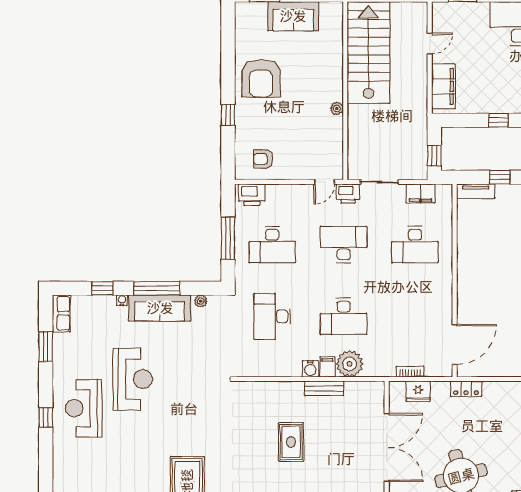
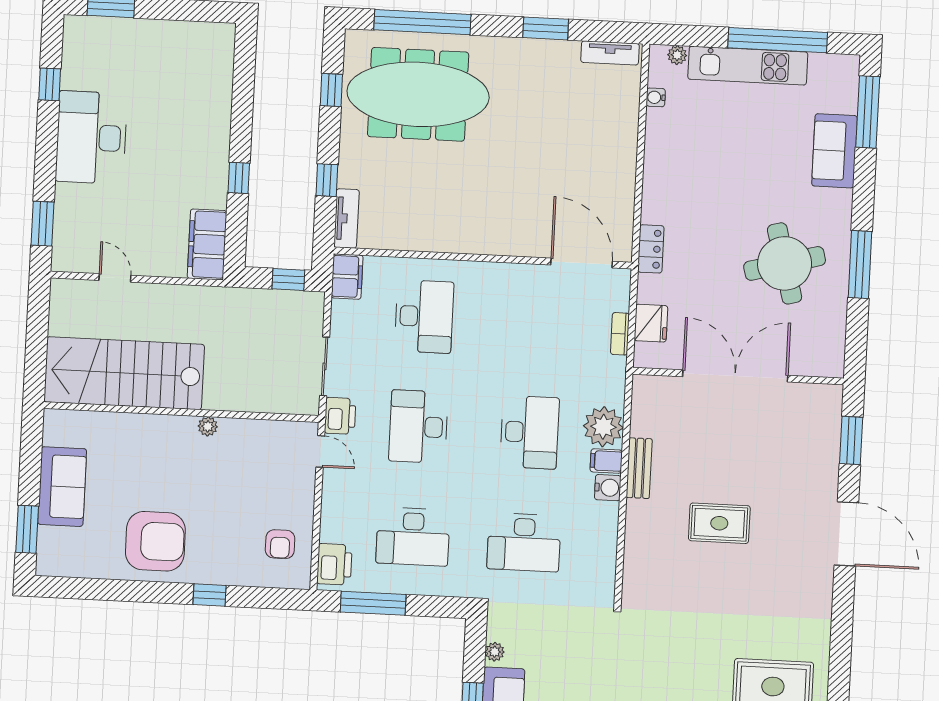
filing cabinet: (443, 86) -> (207, 244), moved, turned -90
filing cabinet: (420, 193) -> (347, 277), moved
window: (228, 238) -> (373, 603), moved
desk: (272, 245) -> (413, 537), turned 90

